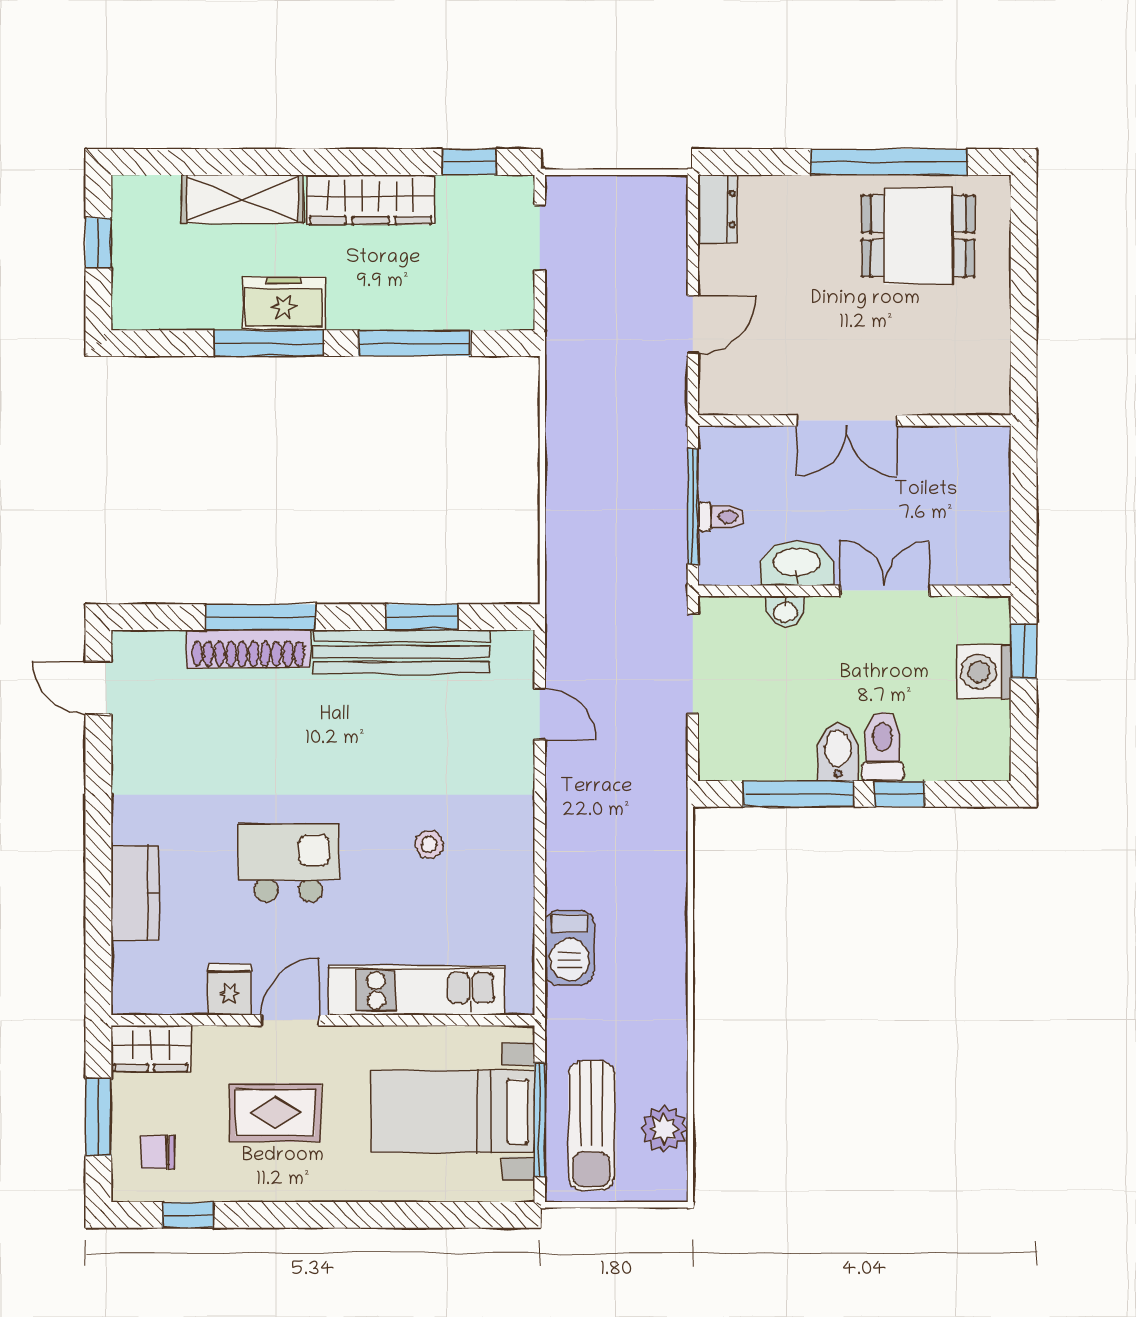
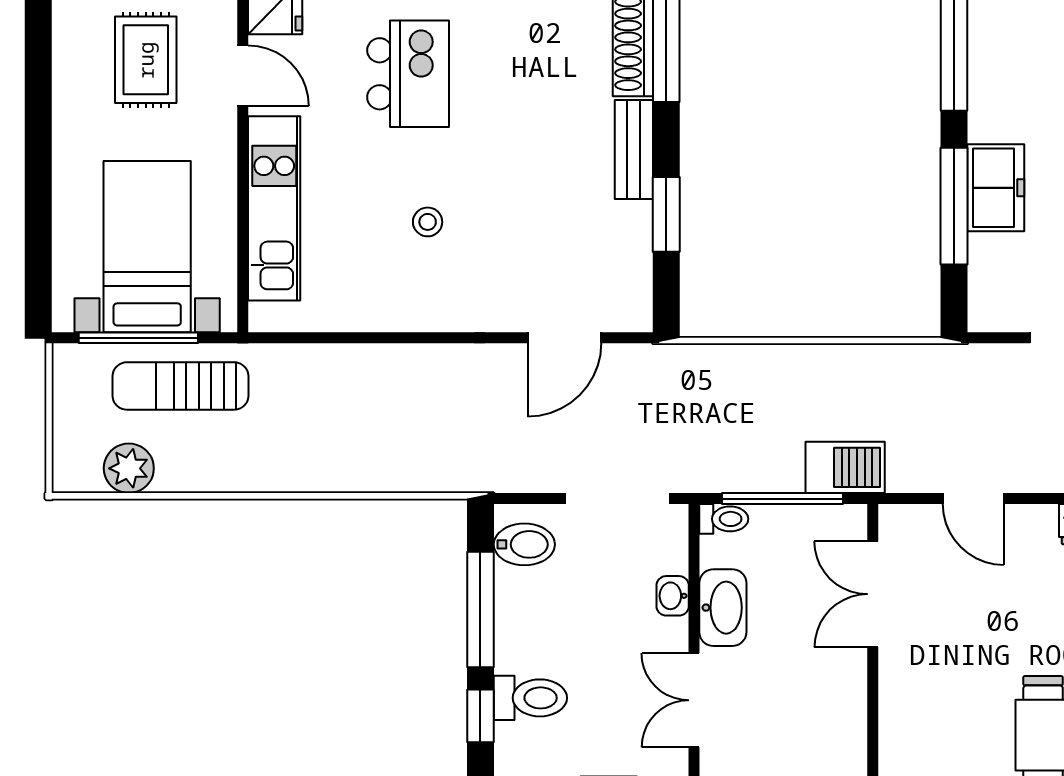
freezer: (284, 303) -> (996, 188), moved
double door: (847, 421) -> (873, 594), moved
toilet: (721, 517) -> (724, 519), moved, turned -90
double door: (885, 591) -> (694, 700), swing flipped
bench: (401, 652) -> (634, 150), width x0.54, depth x0.82
door: (540, 714) -> (564, 338), width x1.37
bidet: (838, 752) -> (524, 544), moved
barbecue: (569, 947) -> (845, 467), moved, turned 180
sun lounger: (591, 1126) -> (181, 386), moved

